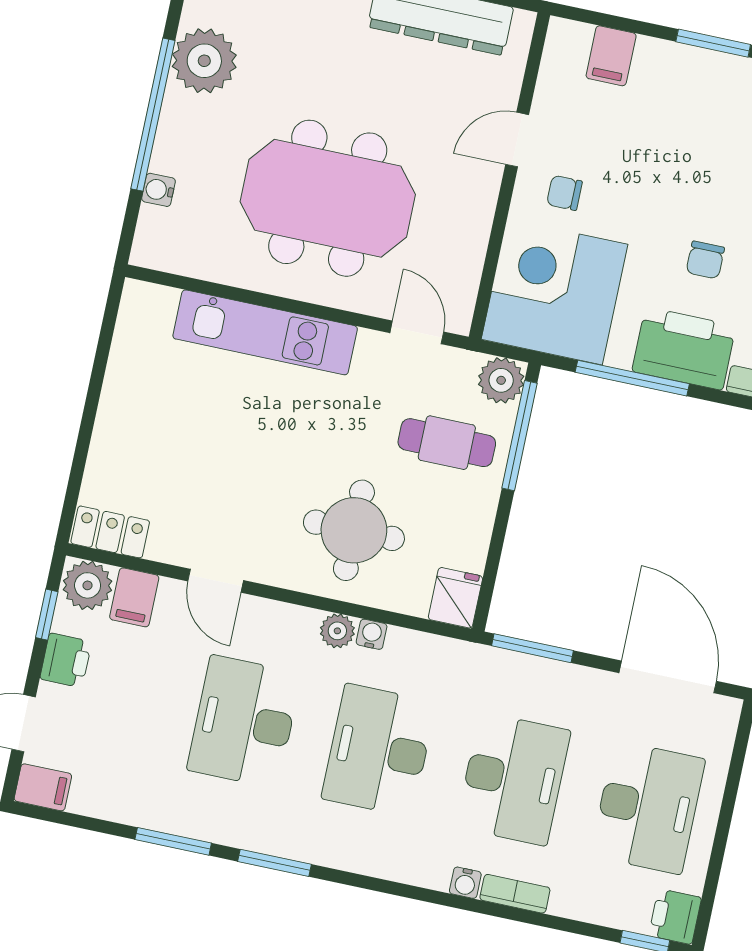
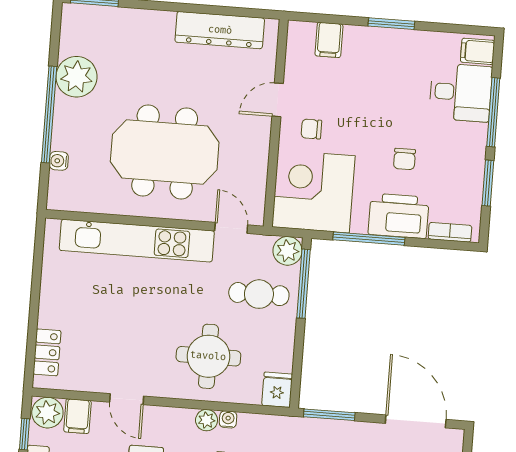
kitchen unit: (265, 332) -> (137, 241), width x1.36
locker: (110, 532) -> (47, 352), moved, turned 90

